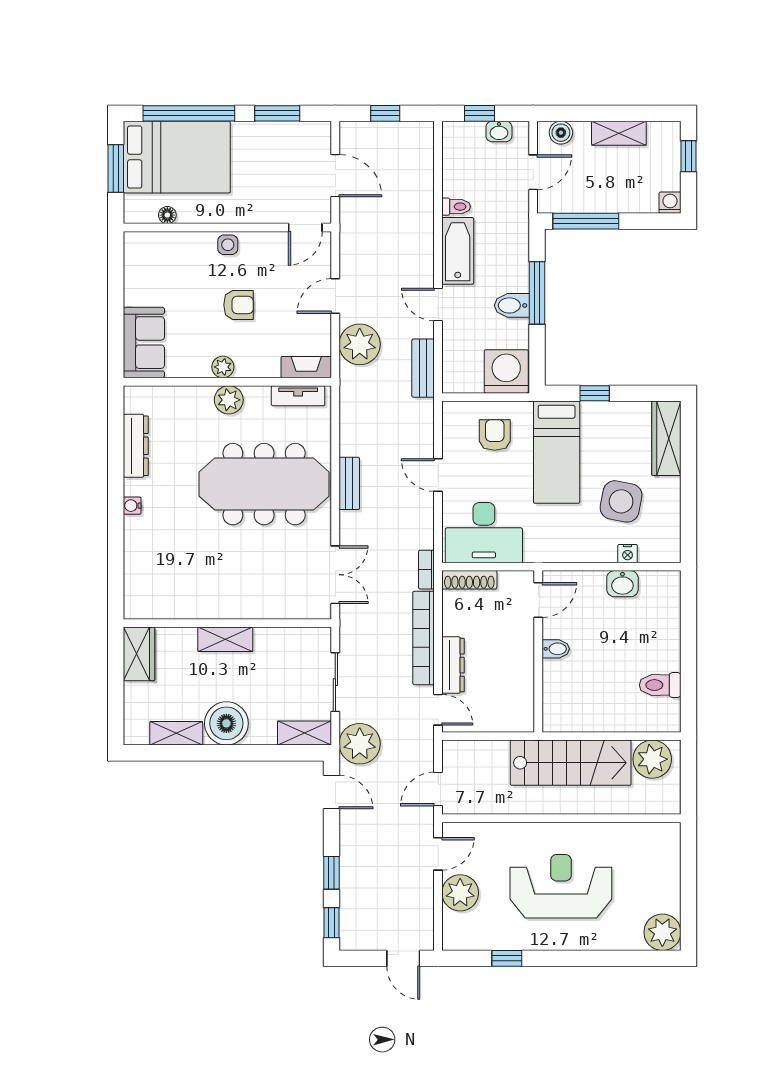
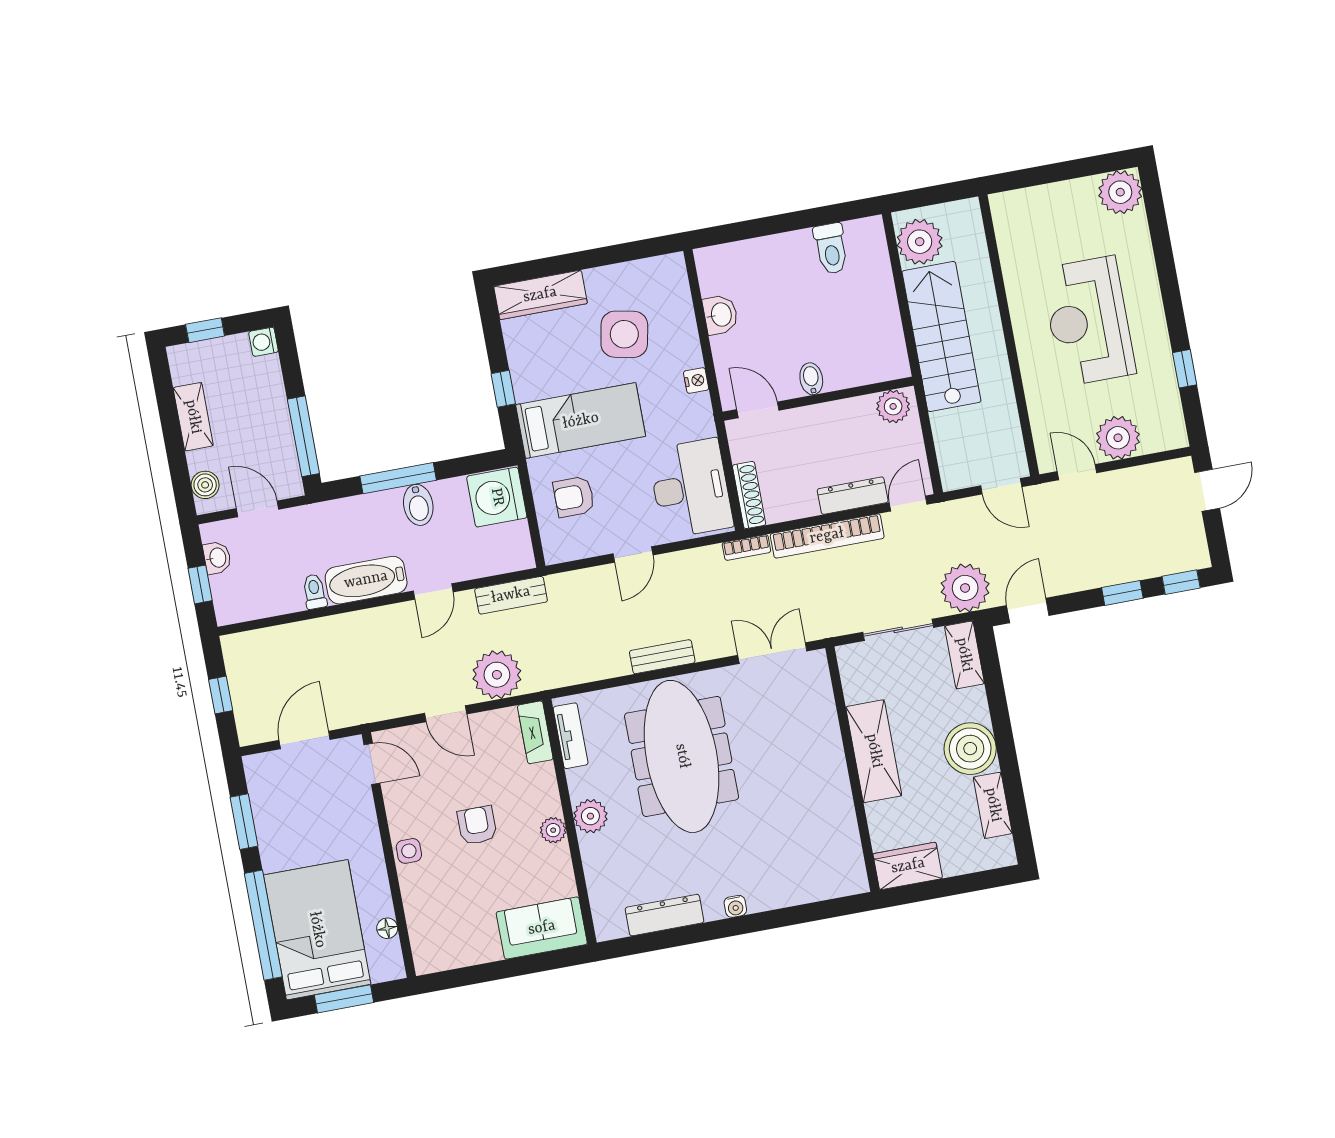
nightstand: (628, 554) -> (696, 380), moved
shelving: (225, 639) -> (874, 751), width x1.50, depth x1.33
plant: (520, 712) -> (893, 406), added

